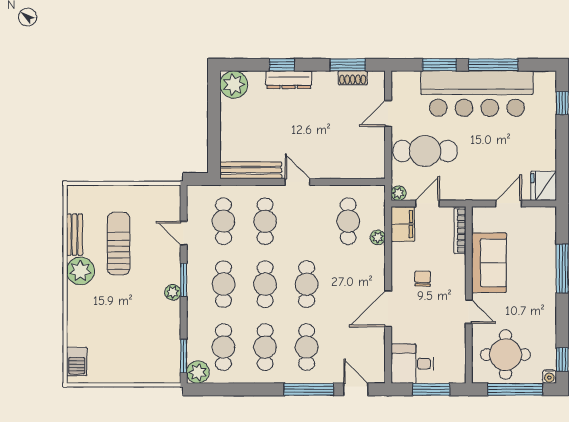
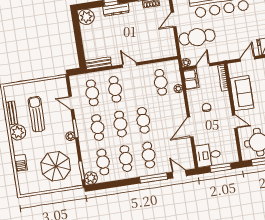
bench: (251, 170) -> (98, 63), width x0.73
parasol: (138, 341) -> (56, 166), added
barbecue: (77, 361) -> (20, 163), moved

